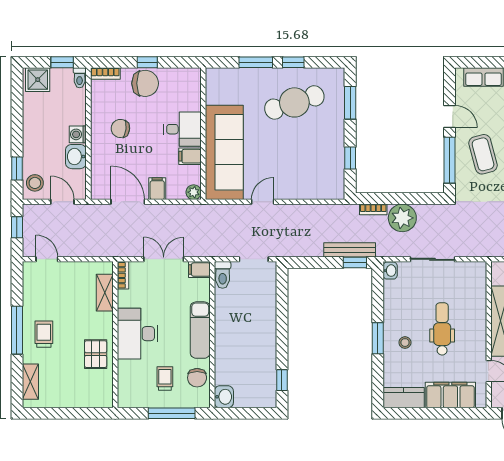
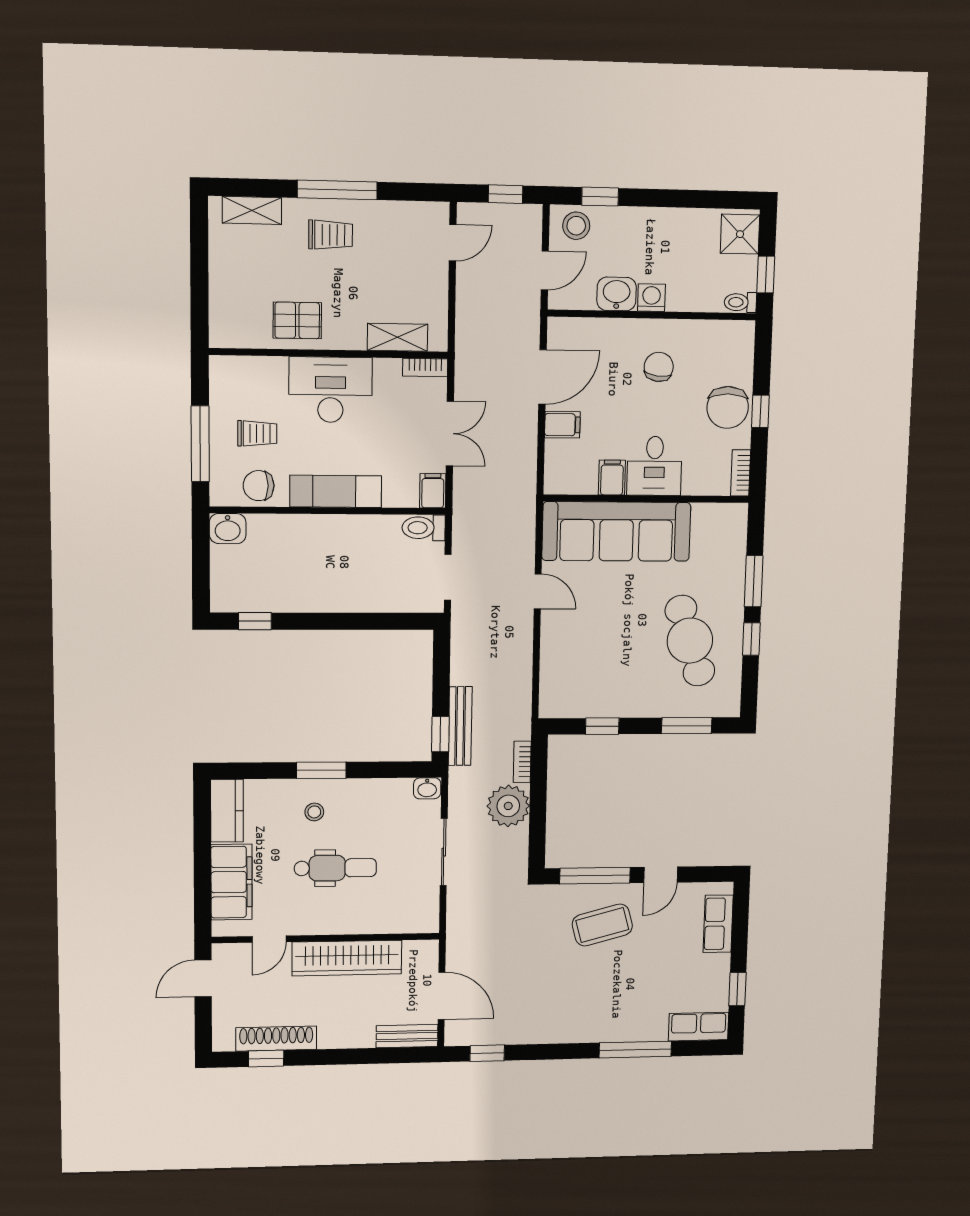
bookcase: (105, 73) -> (741, 473), moved
plant: (194, 192) -> (555, 483), removed

